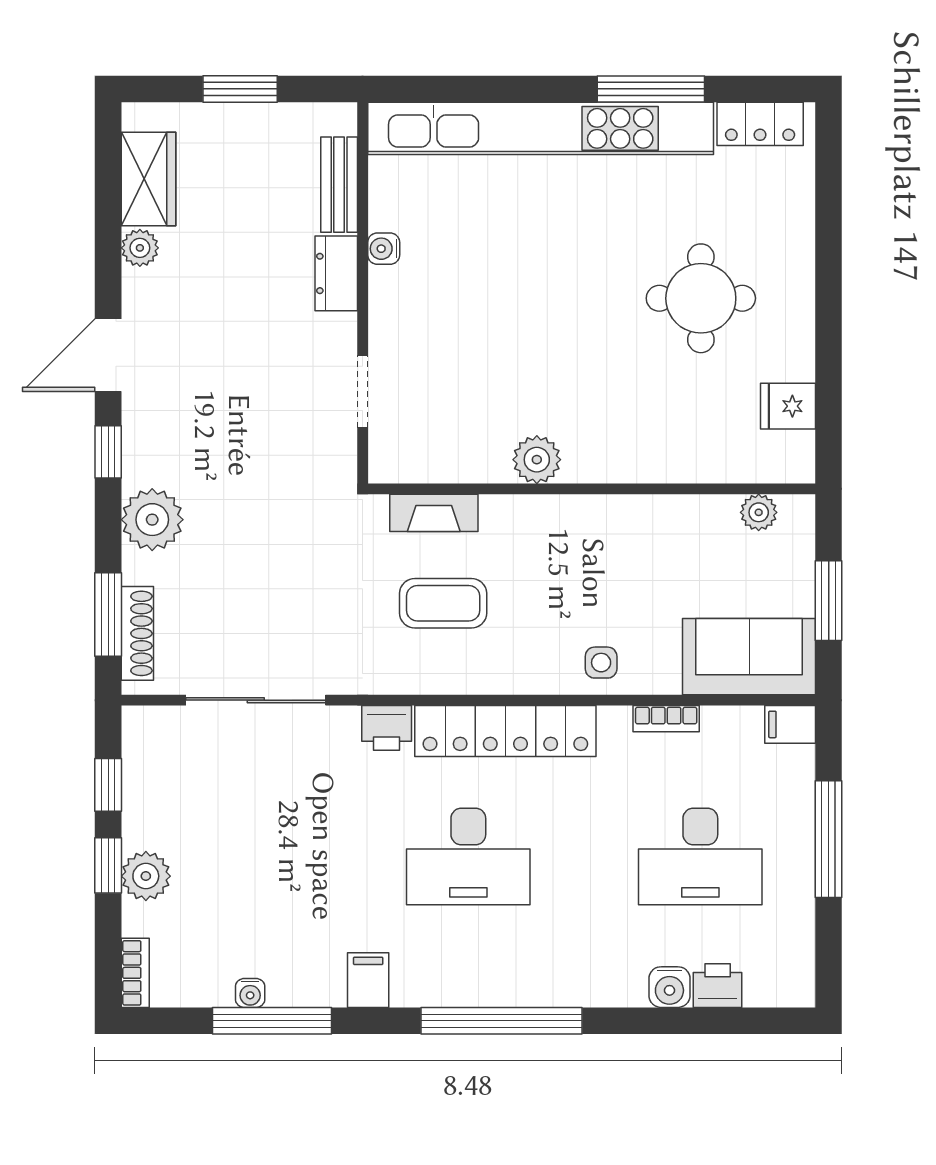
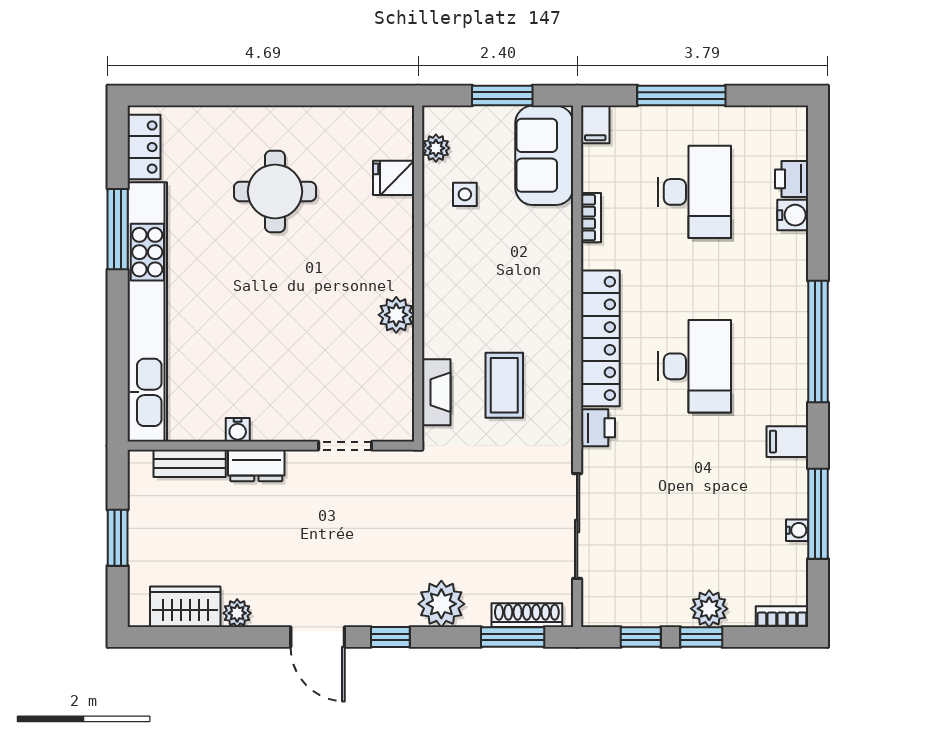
fridge: (788, 406) -> (394, 178), moved, turned 90
side table: (601, 663) -> (465, 194), moved

